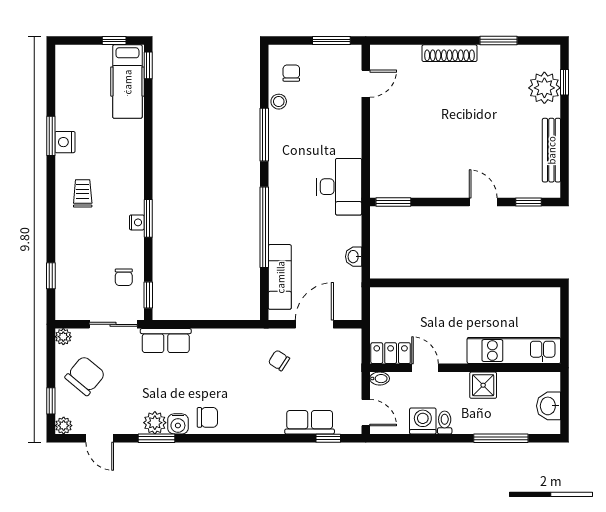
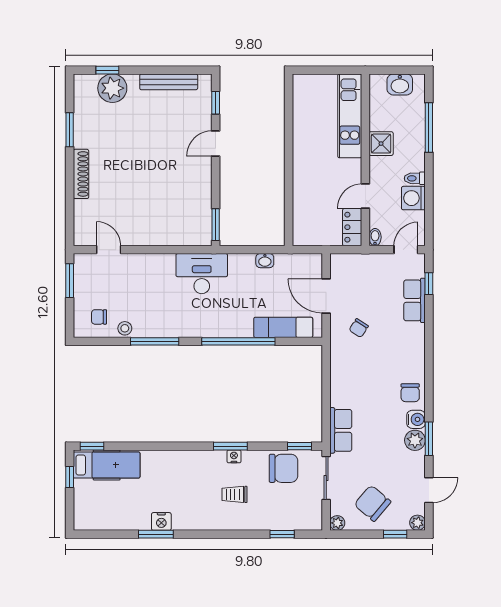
trolley: (83, 193) -> (234, 494), moved
chair: (124, 277) -> (283, 468), width x1.87, depth x1.87
chair: (207, 417) -> (410, 393), turned 180

